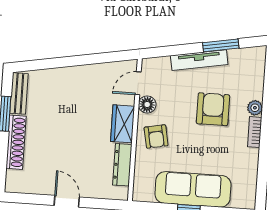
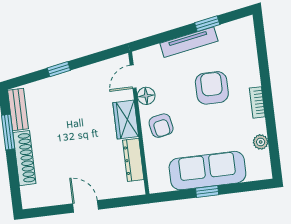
window: (221, 45) -> (207, 24), width x0.67
window: (67, 62) -> (59, 69), added
plant: (255, 108) -> (261, 142), moved

